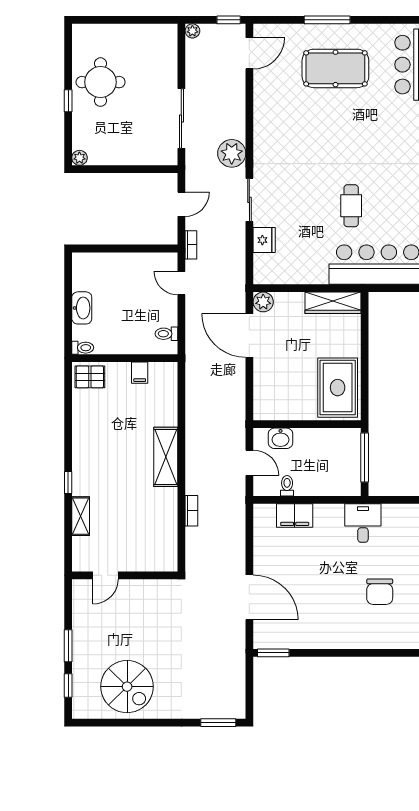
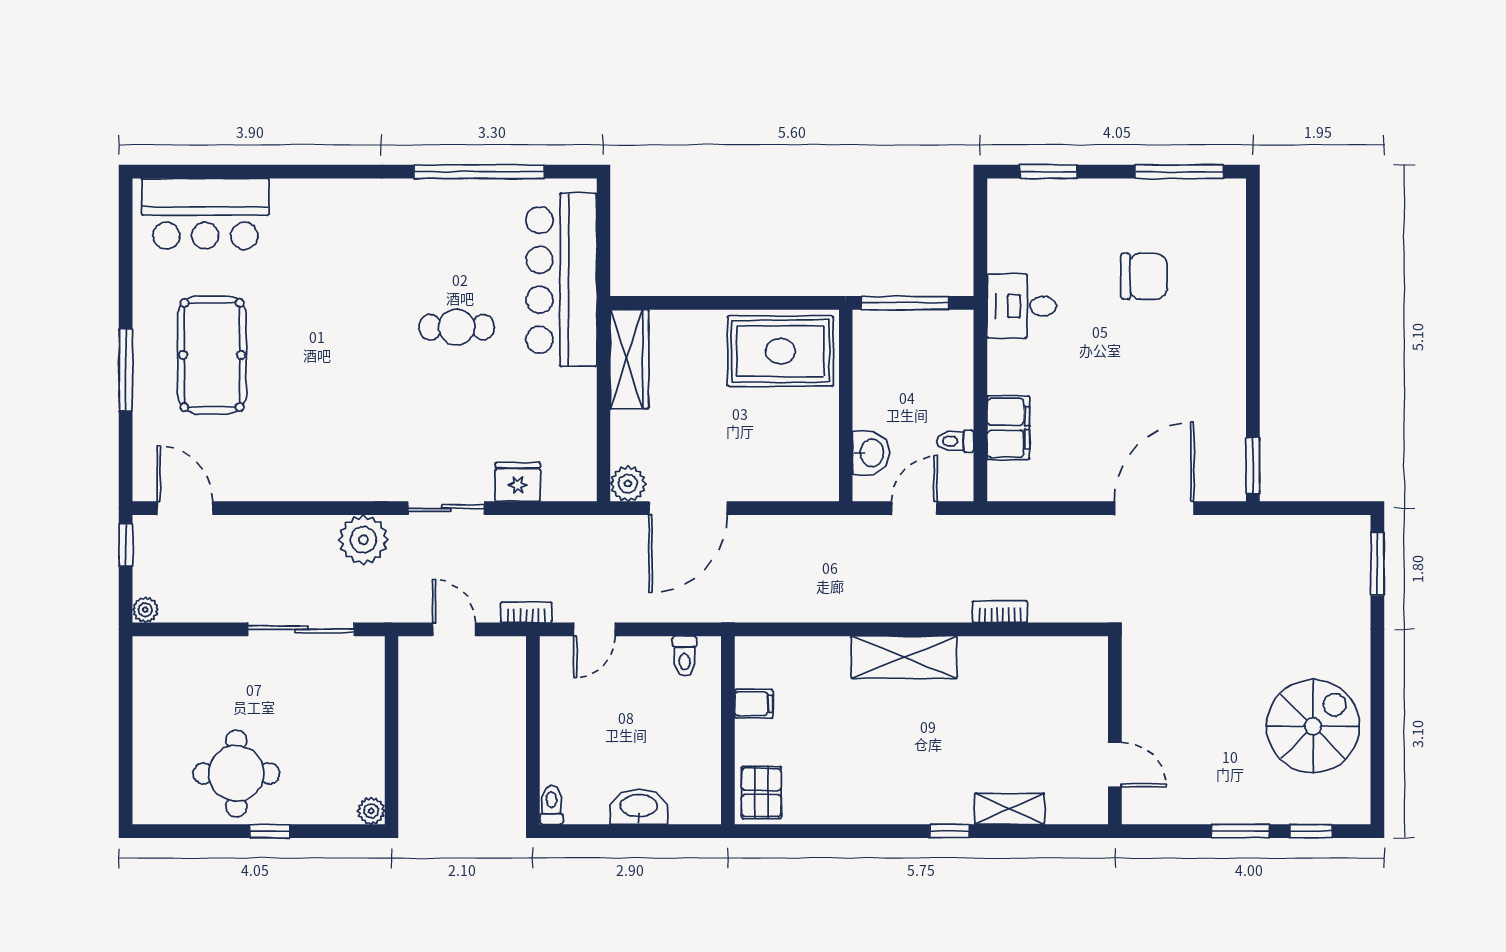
toilet: (83, 348) -> (551, 805), moved

